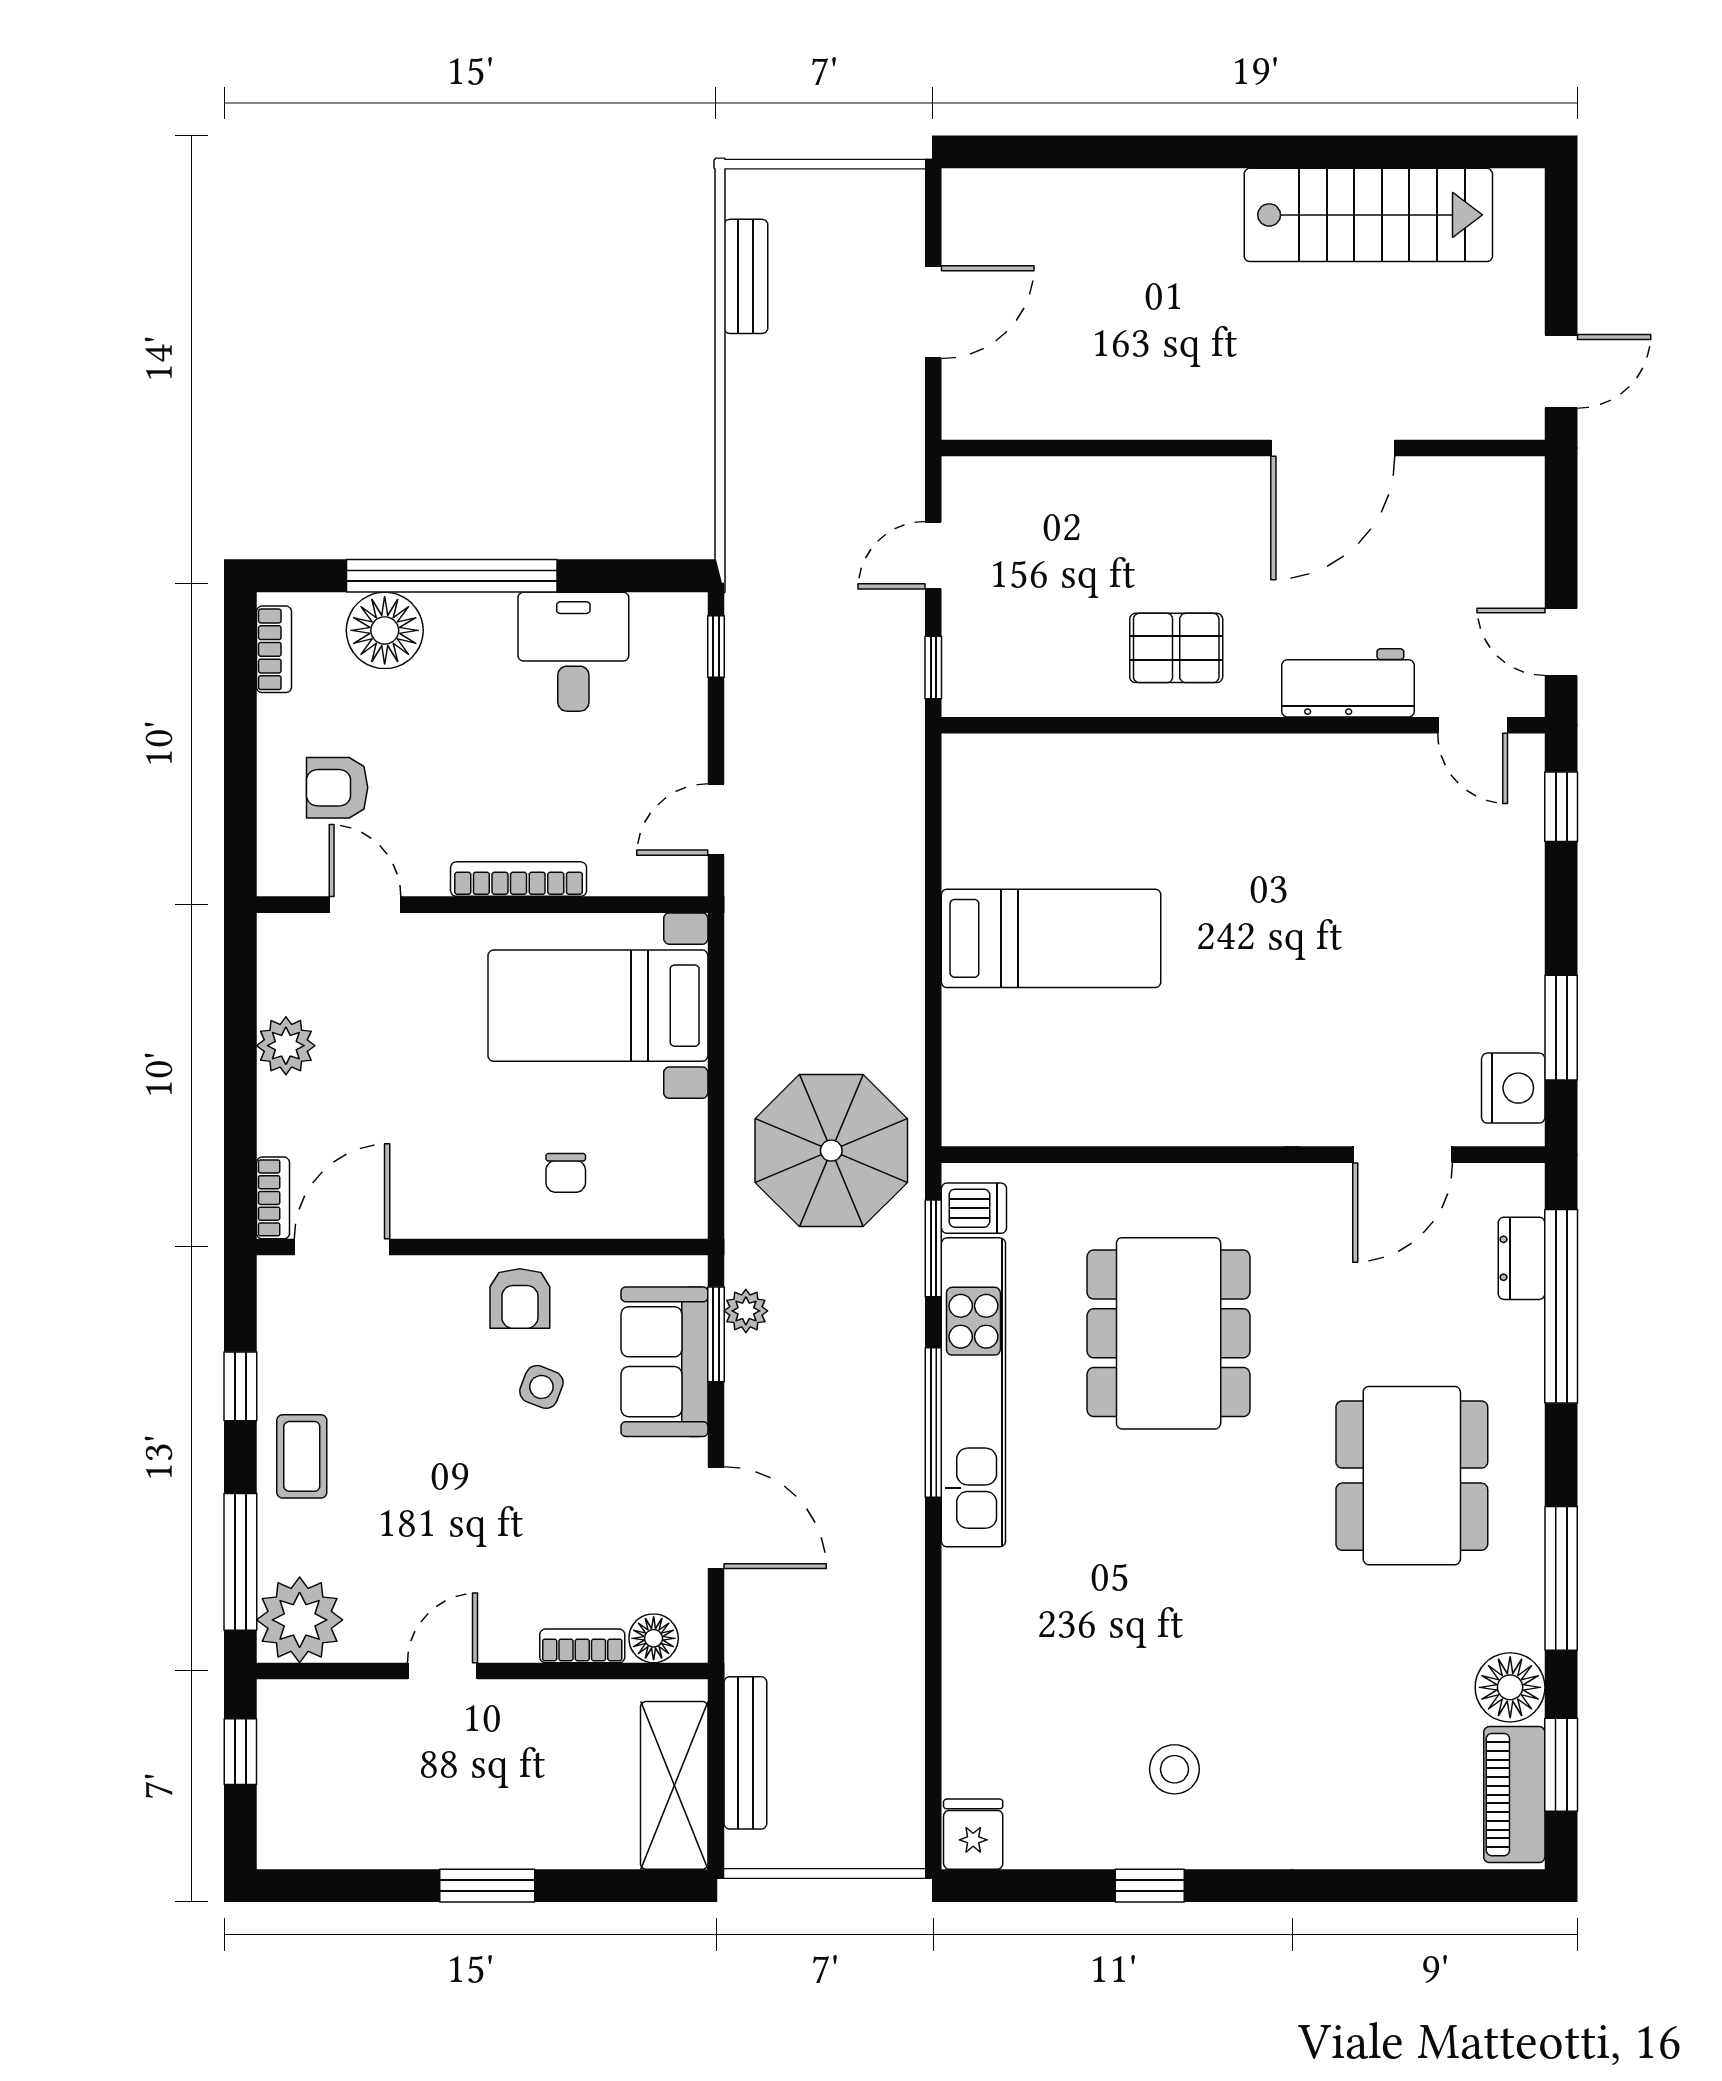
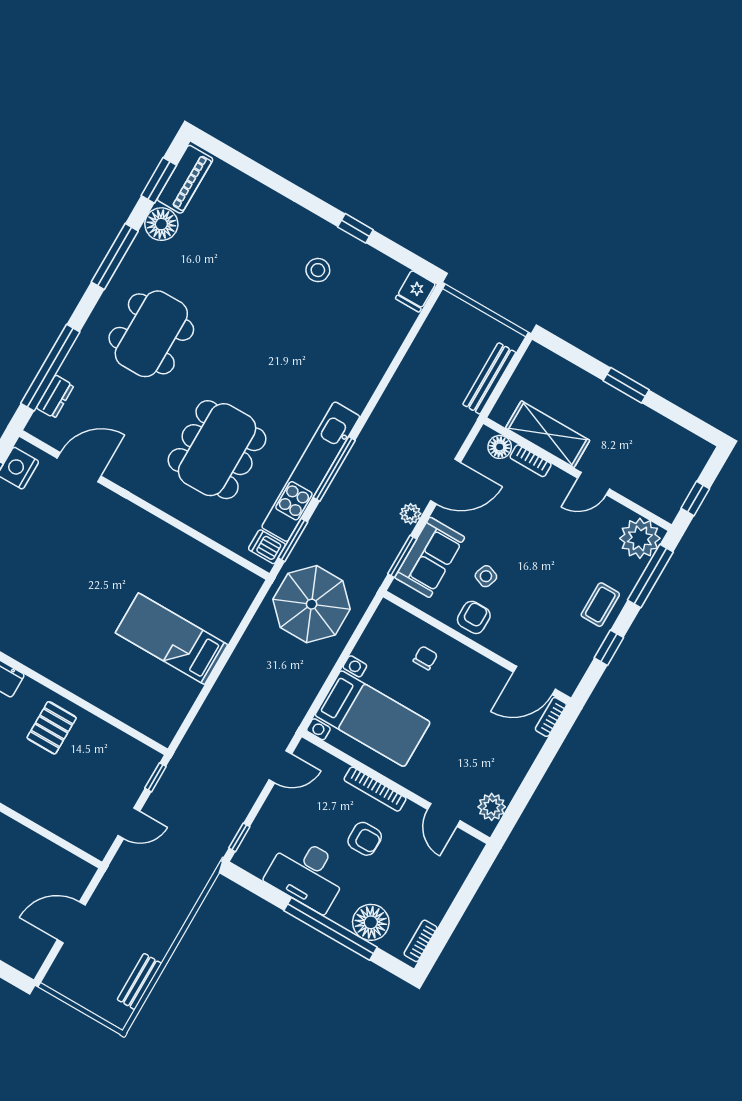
pallet: (1176, 648) -> (52, 728), turned 90
desk: (573, 652) -> (307, 874), width x1.37
armchair: (337, 788) -> (365, 839), moved
plant: (286, 1046) -> (492, 807), moved
plant: (746, 1311) -> (411, 514), moved
door: (716, 1518) -> (446, 481), swing flipped
shelving: (674, 1785) -> (548, 434), moved, turned 90

